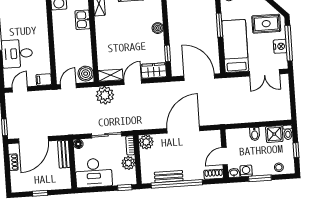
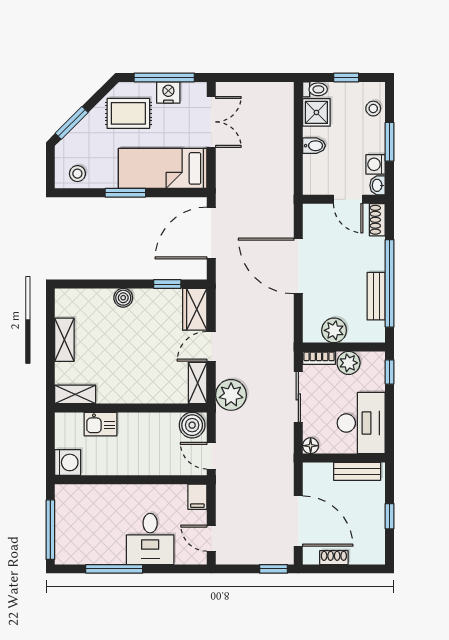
rug: (266, 24) -> (128, 113), turned 90
door: (133, 82) -> (211, 346), hinge flipped
plant: (146, 142) -> (334, 330), moved
bench: (64, 154) -> (357, 471), moved

